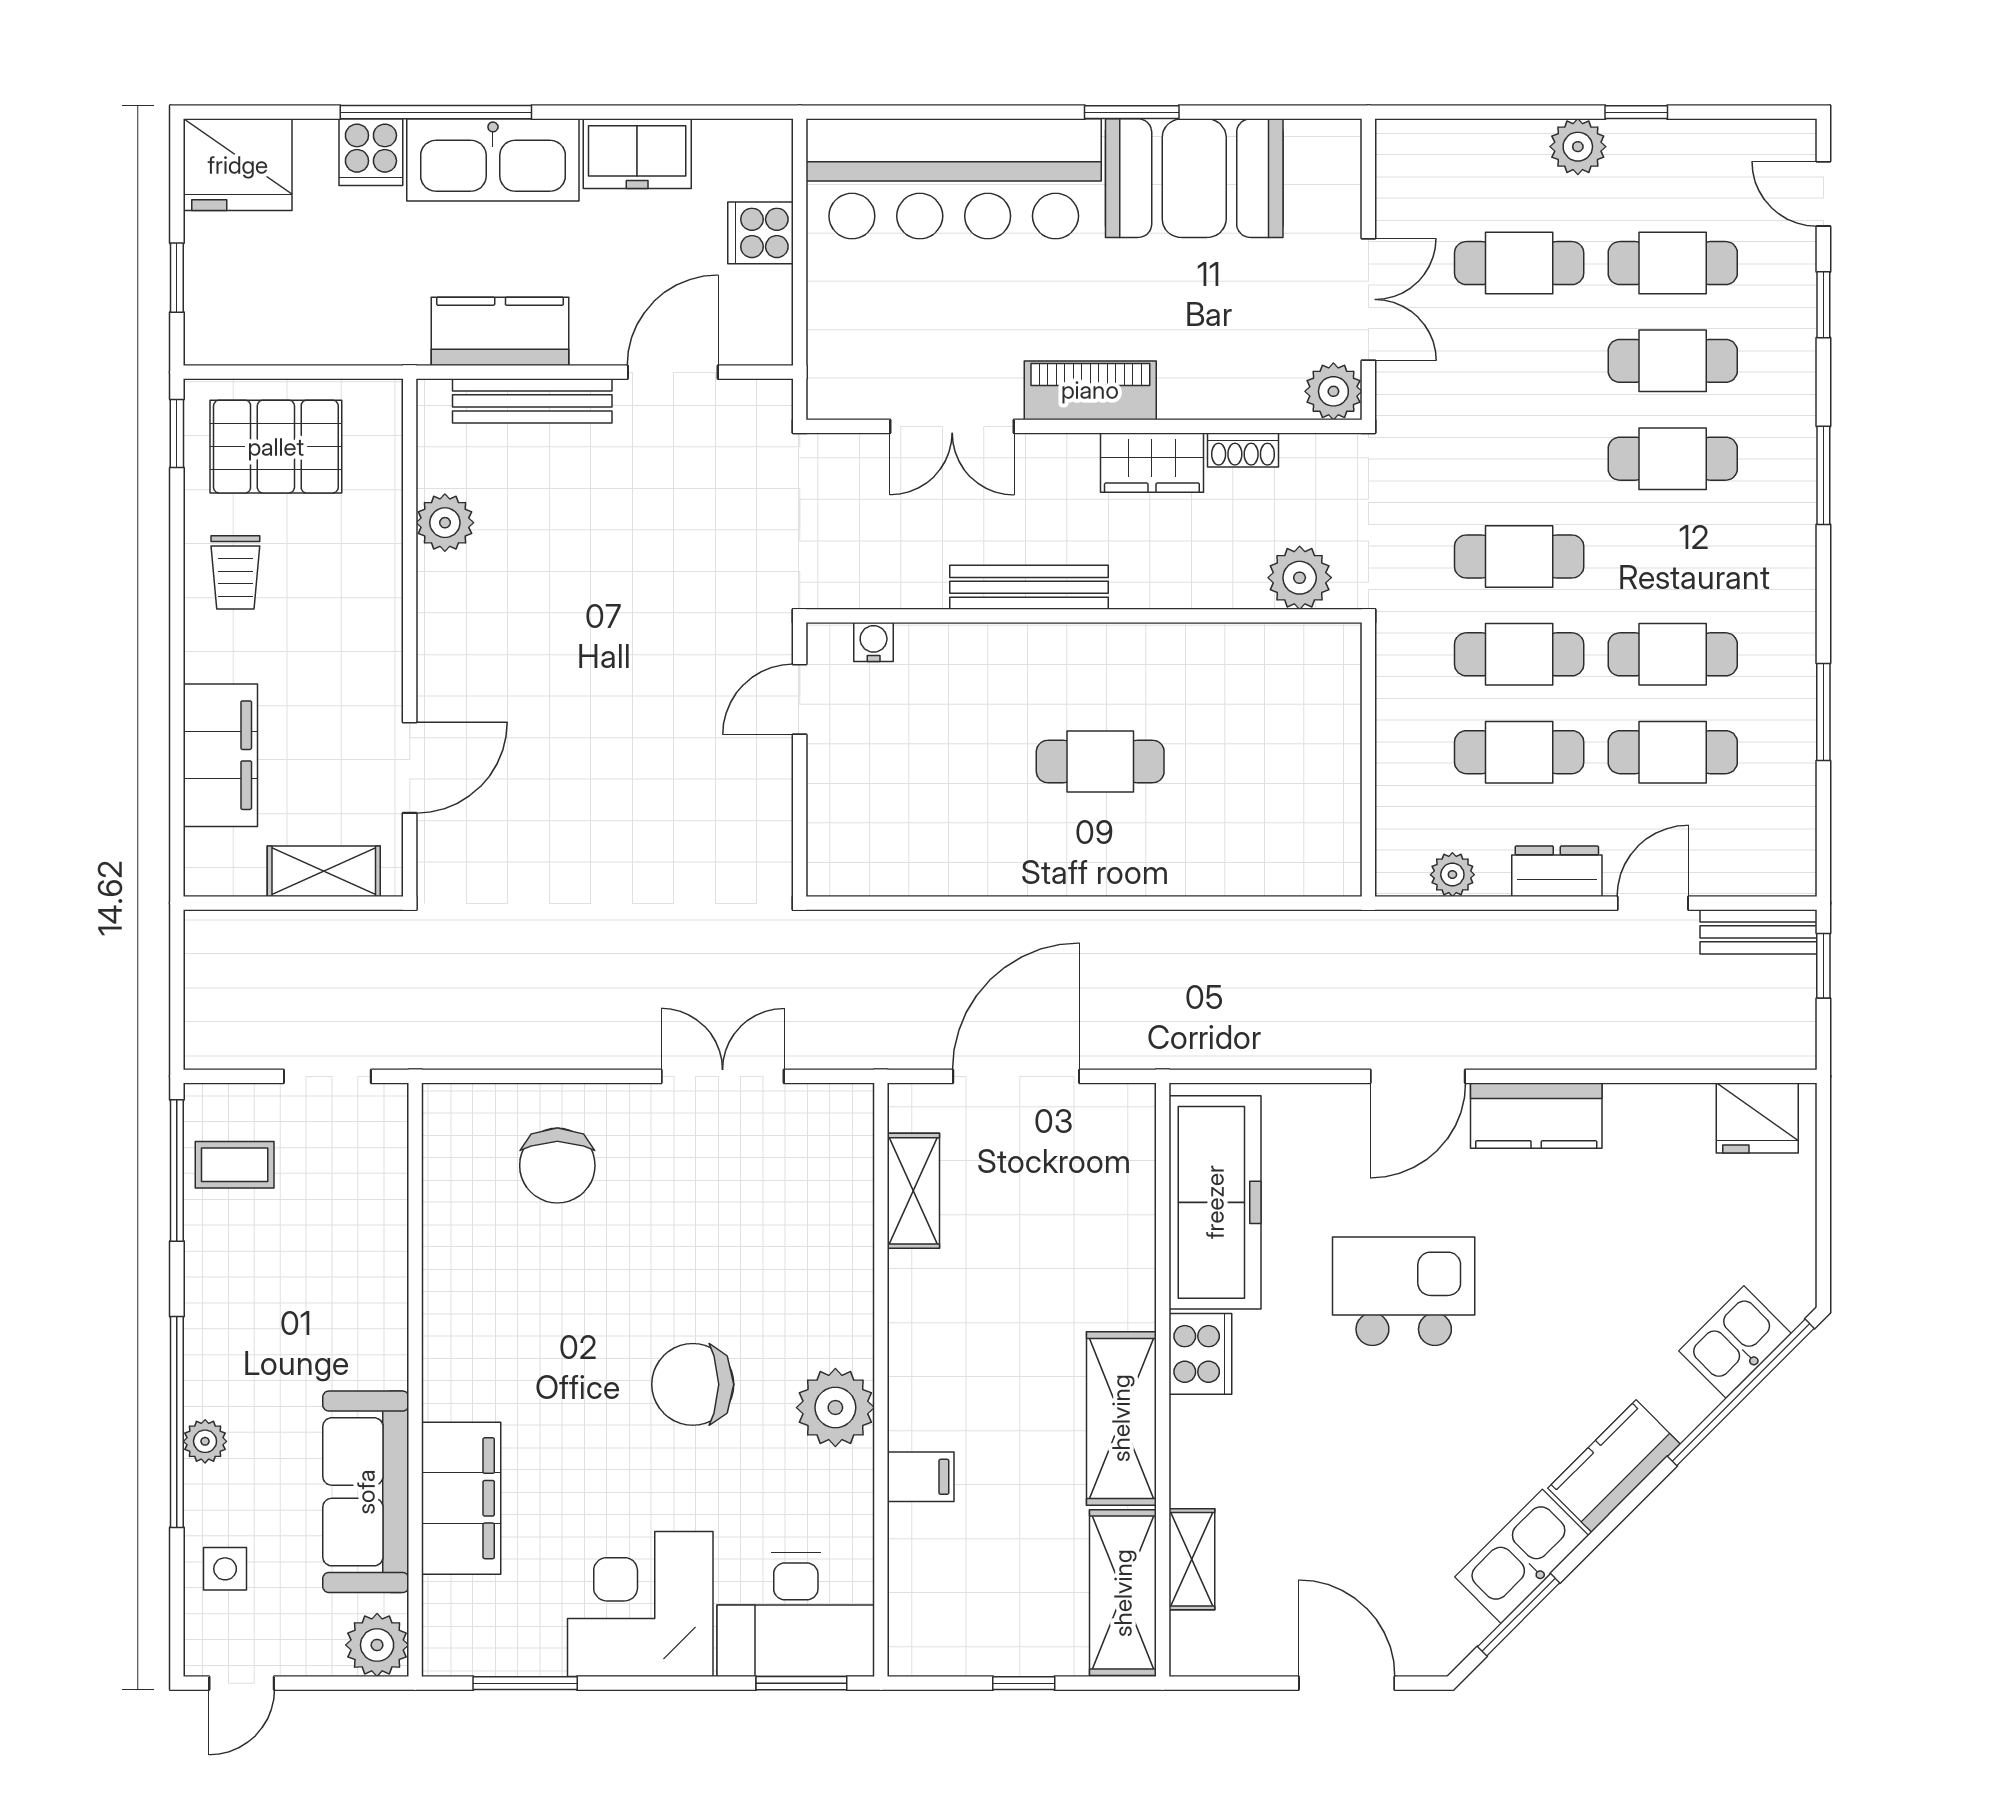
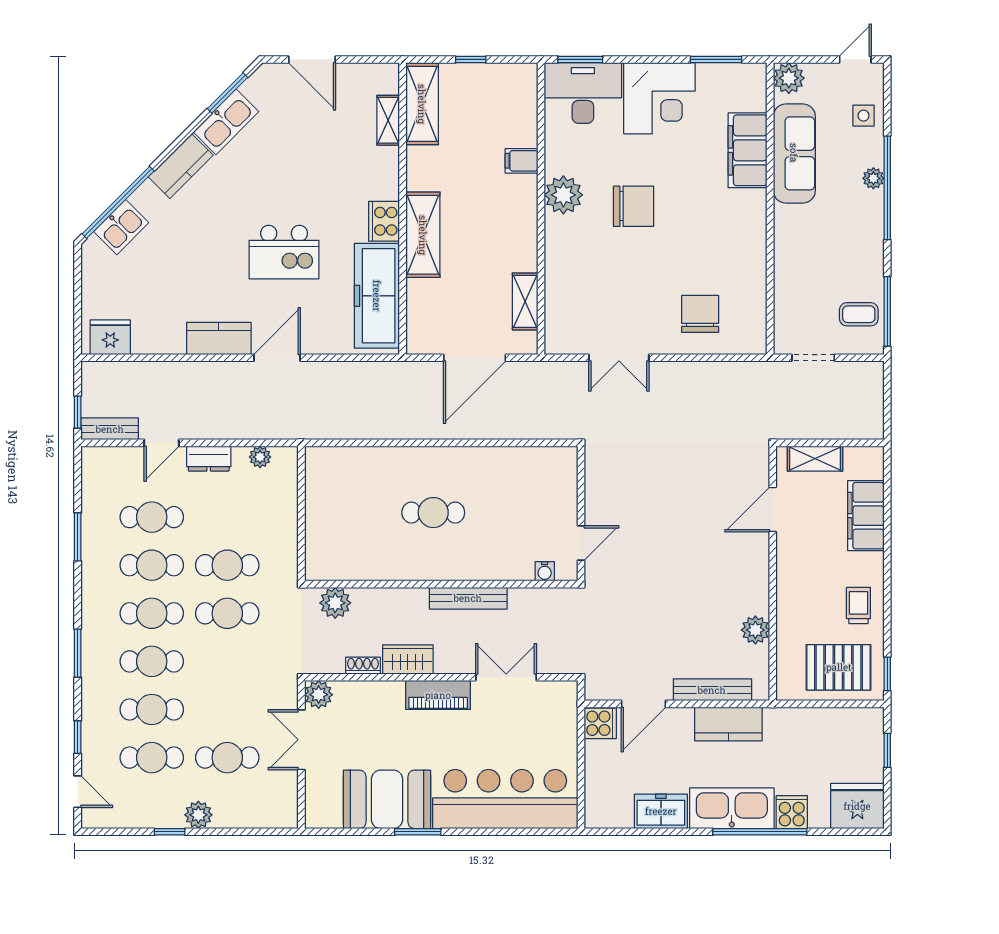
cooker: (760, 233) -> (600, 723), moved
cafe table: (1519, 752) -> (152, 613), moved
shelving: (1121, 1418) -> (423, 235), moved

